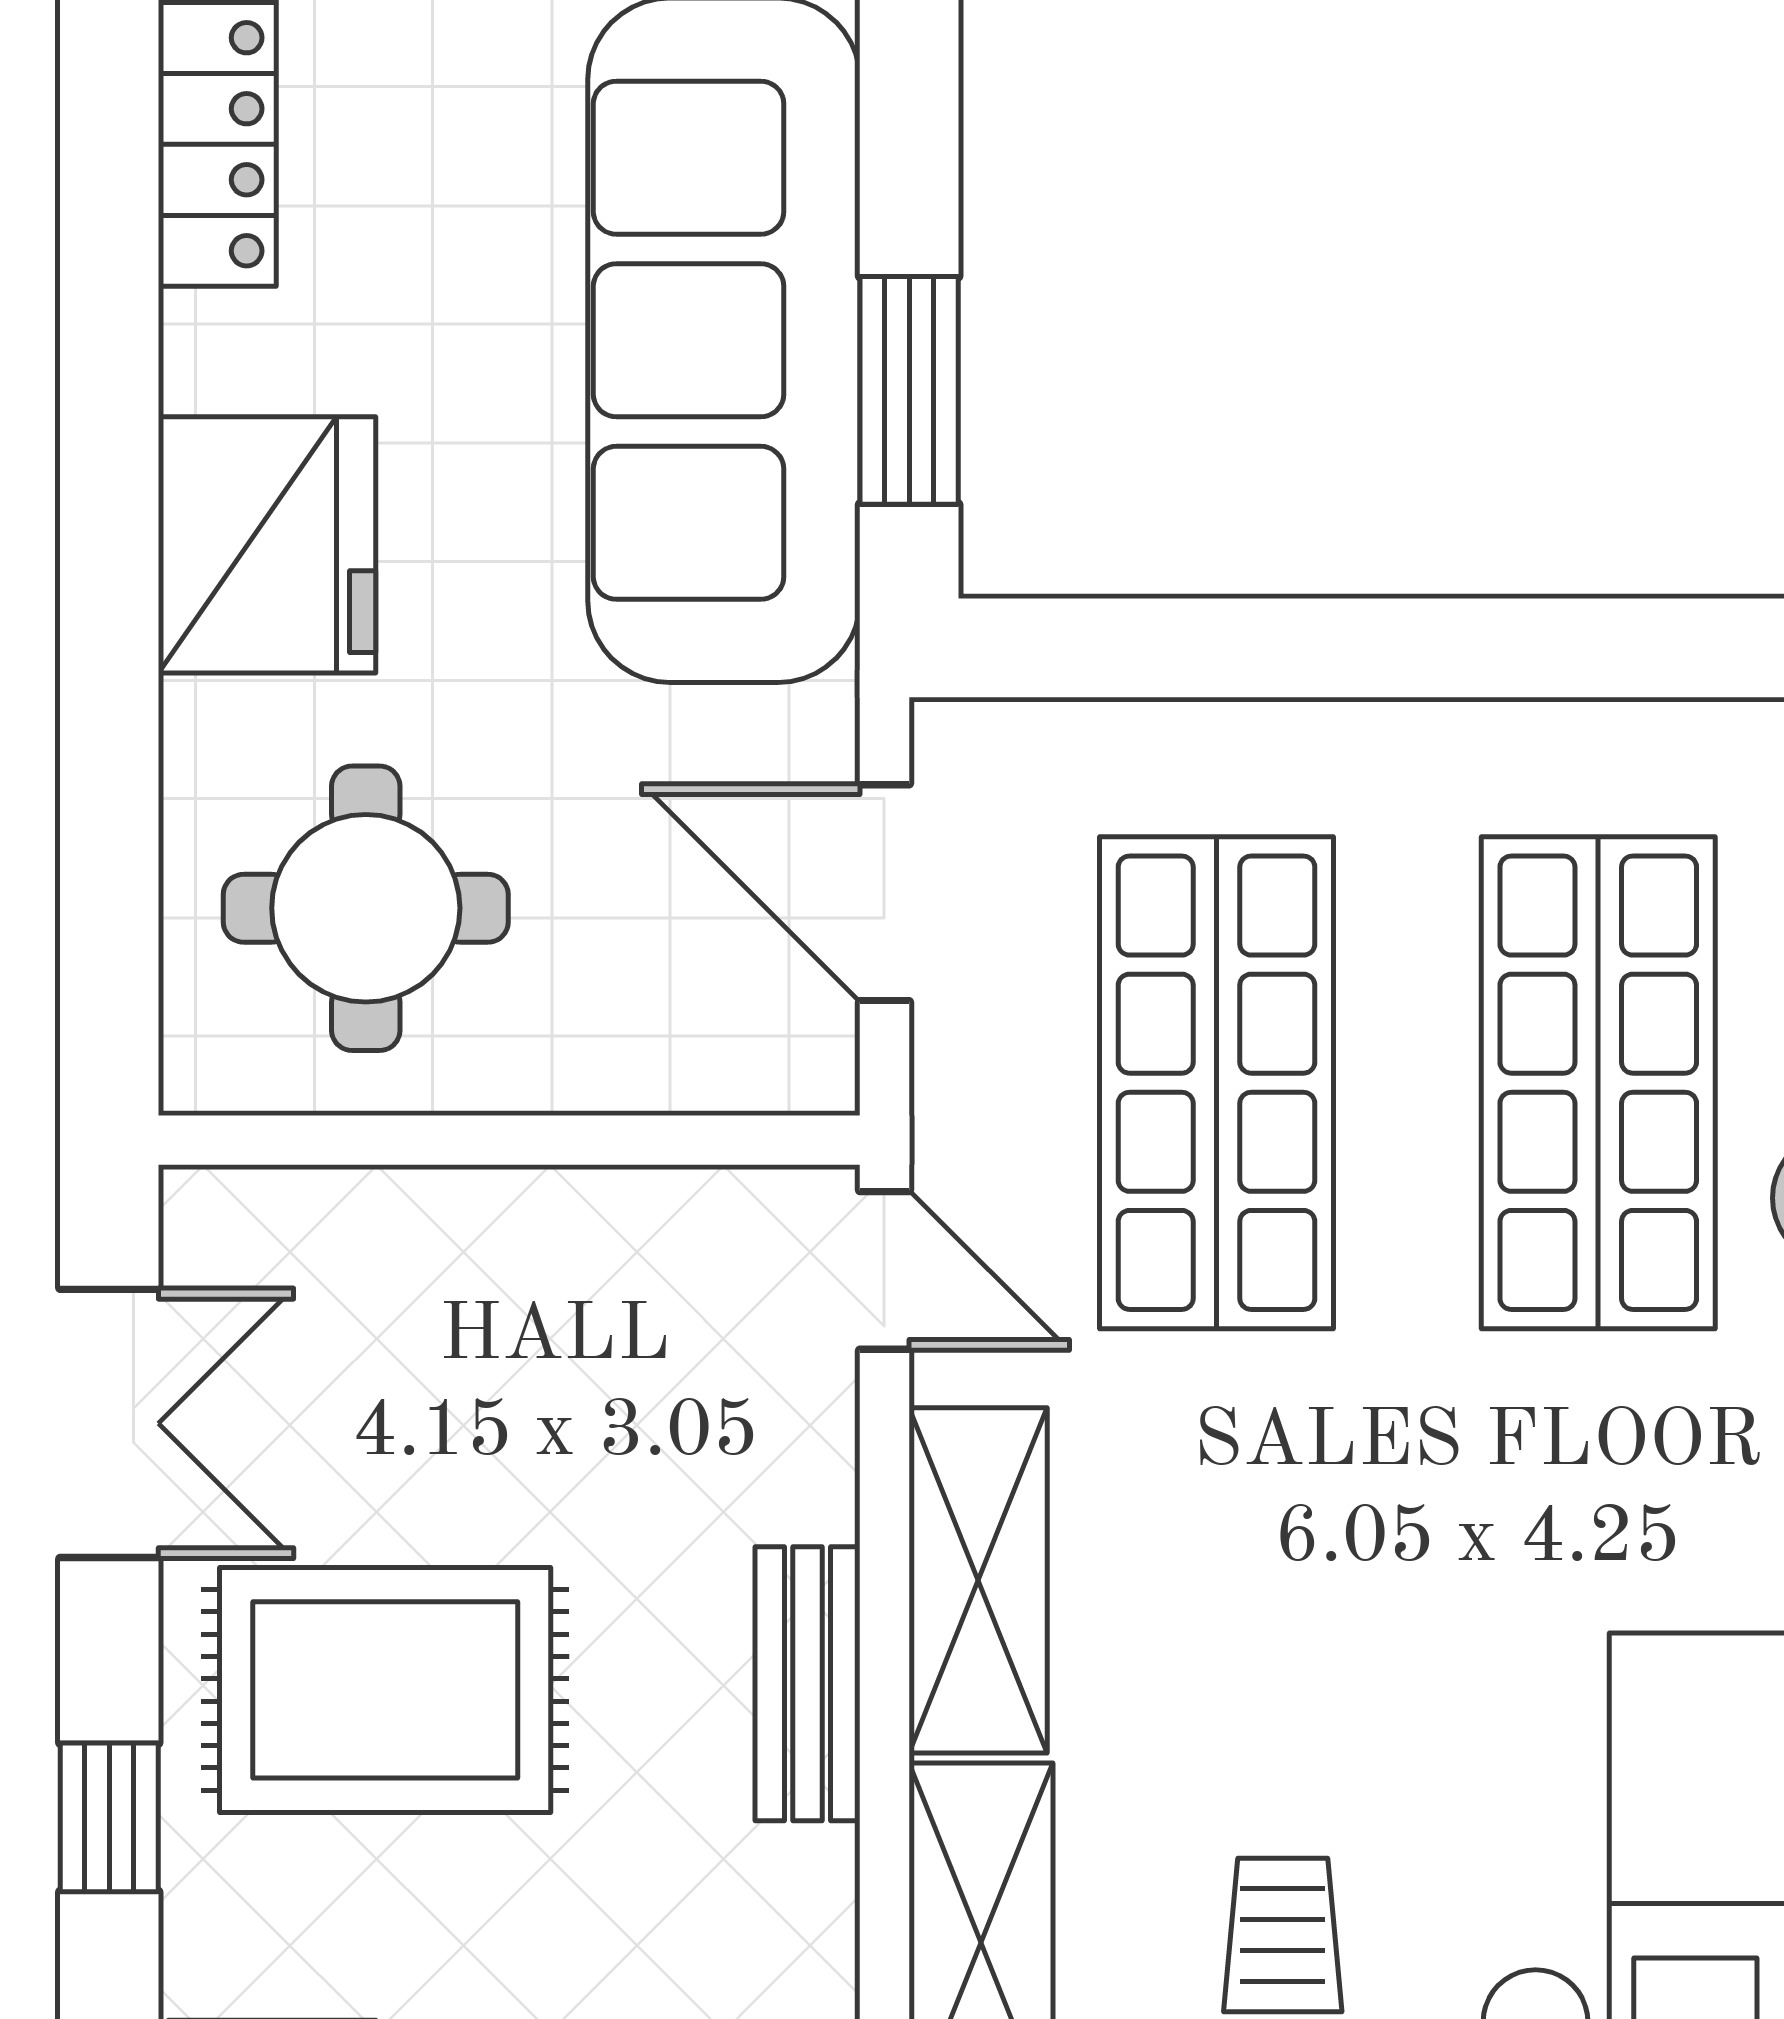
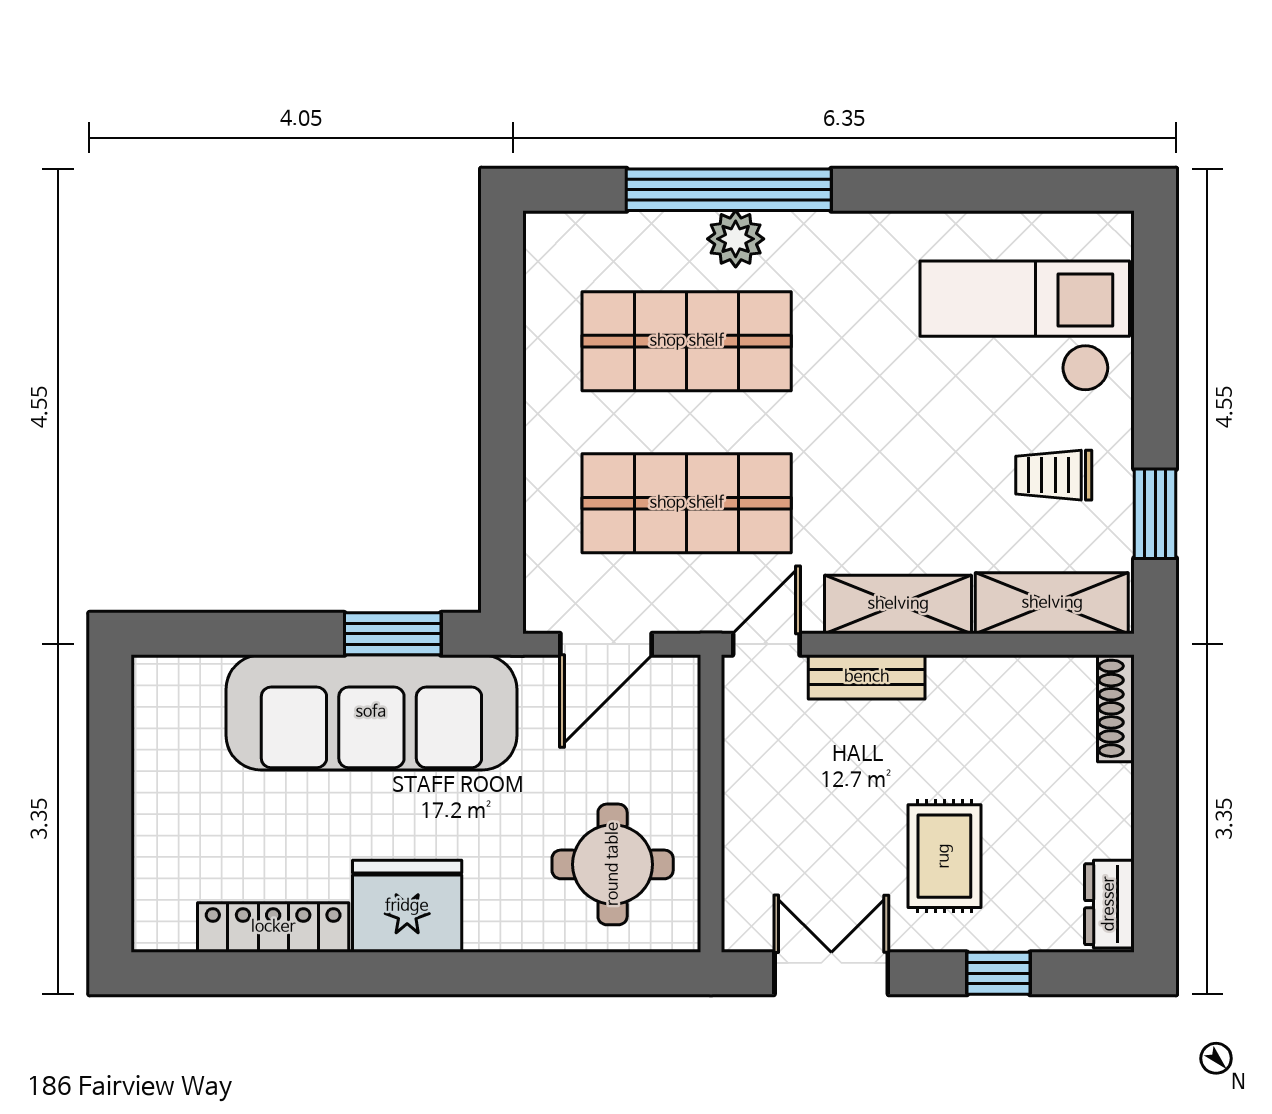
fridge: (267, 545) -> (407, 906), moved
bench: (807, 1684) -> (867, 677), moved
rug: (385, 1690) -> (944, 856), width x0.73, depth x0.70

